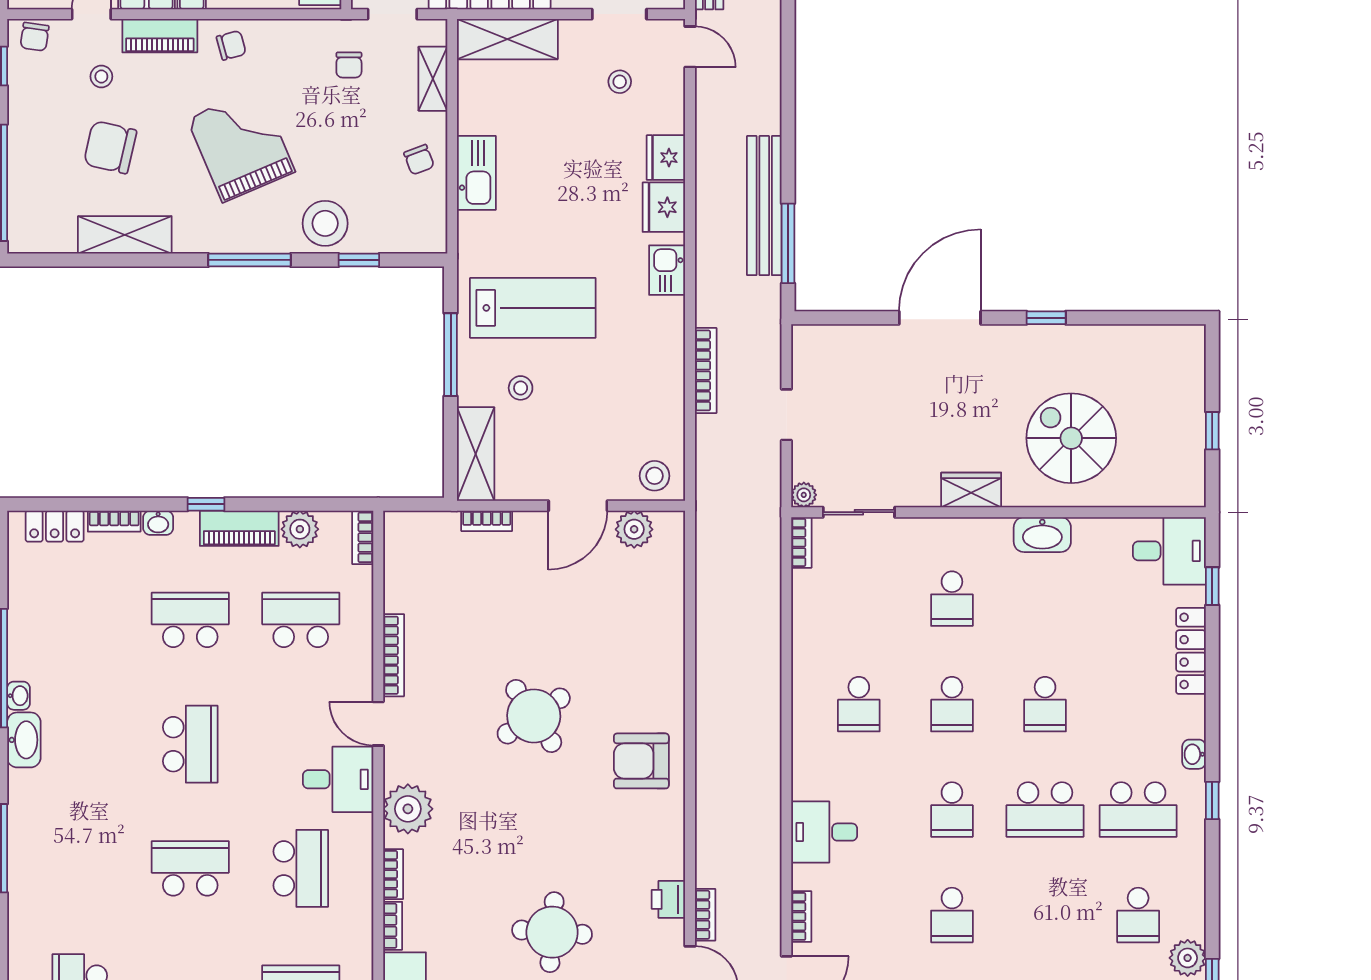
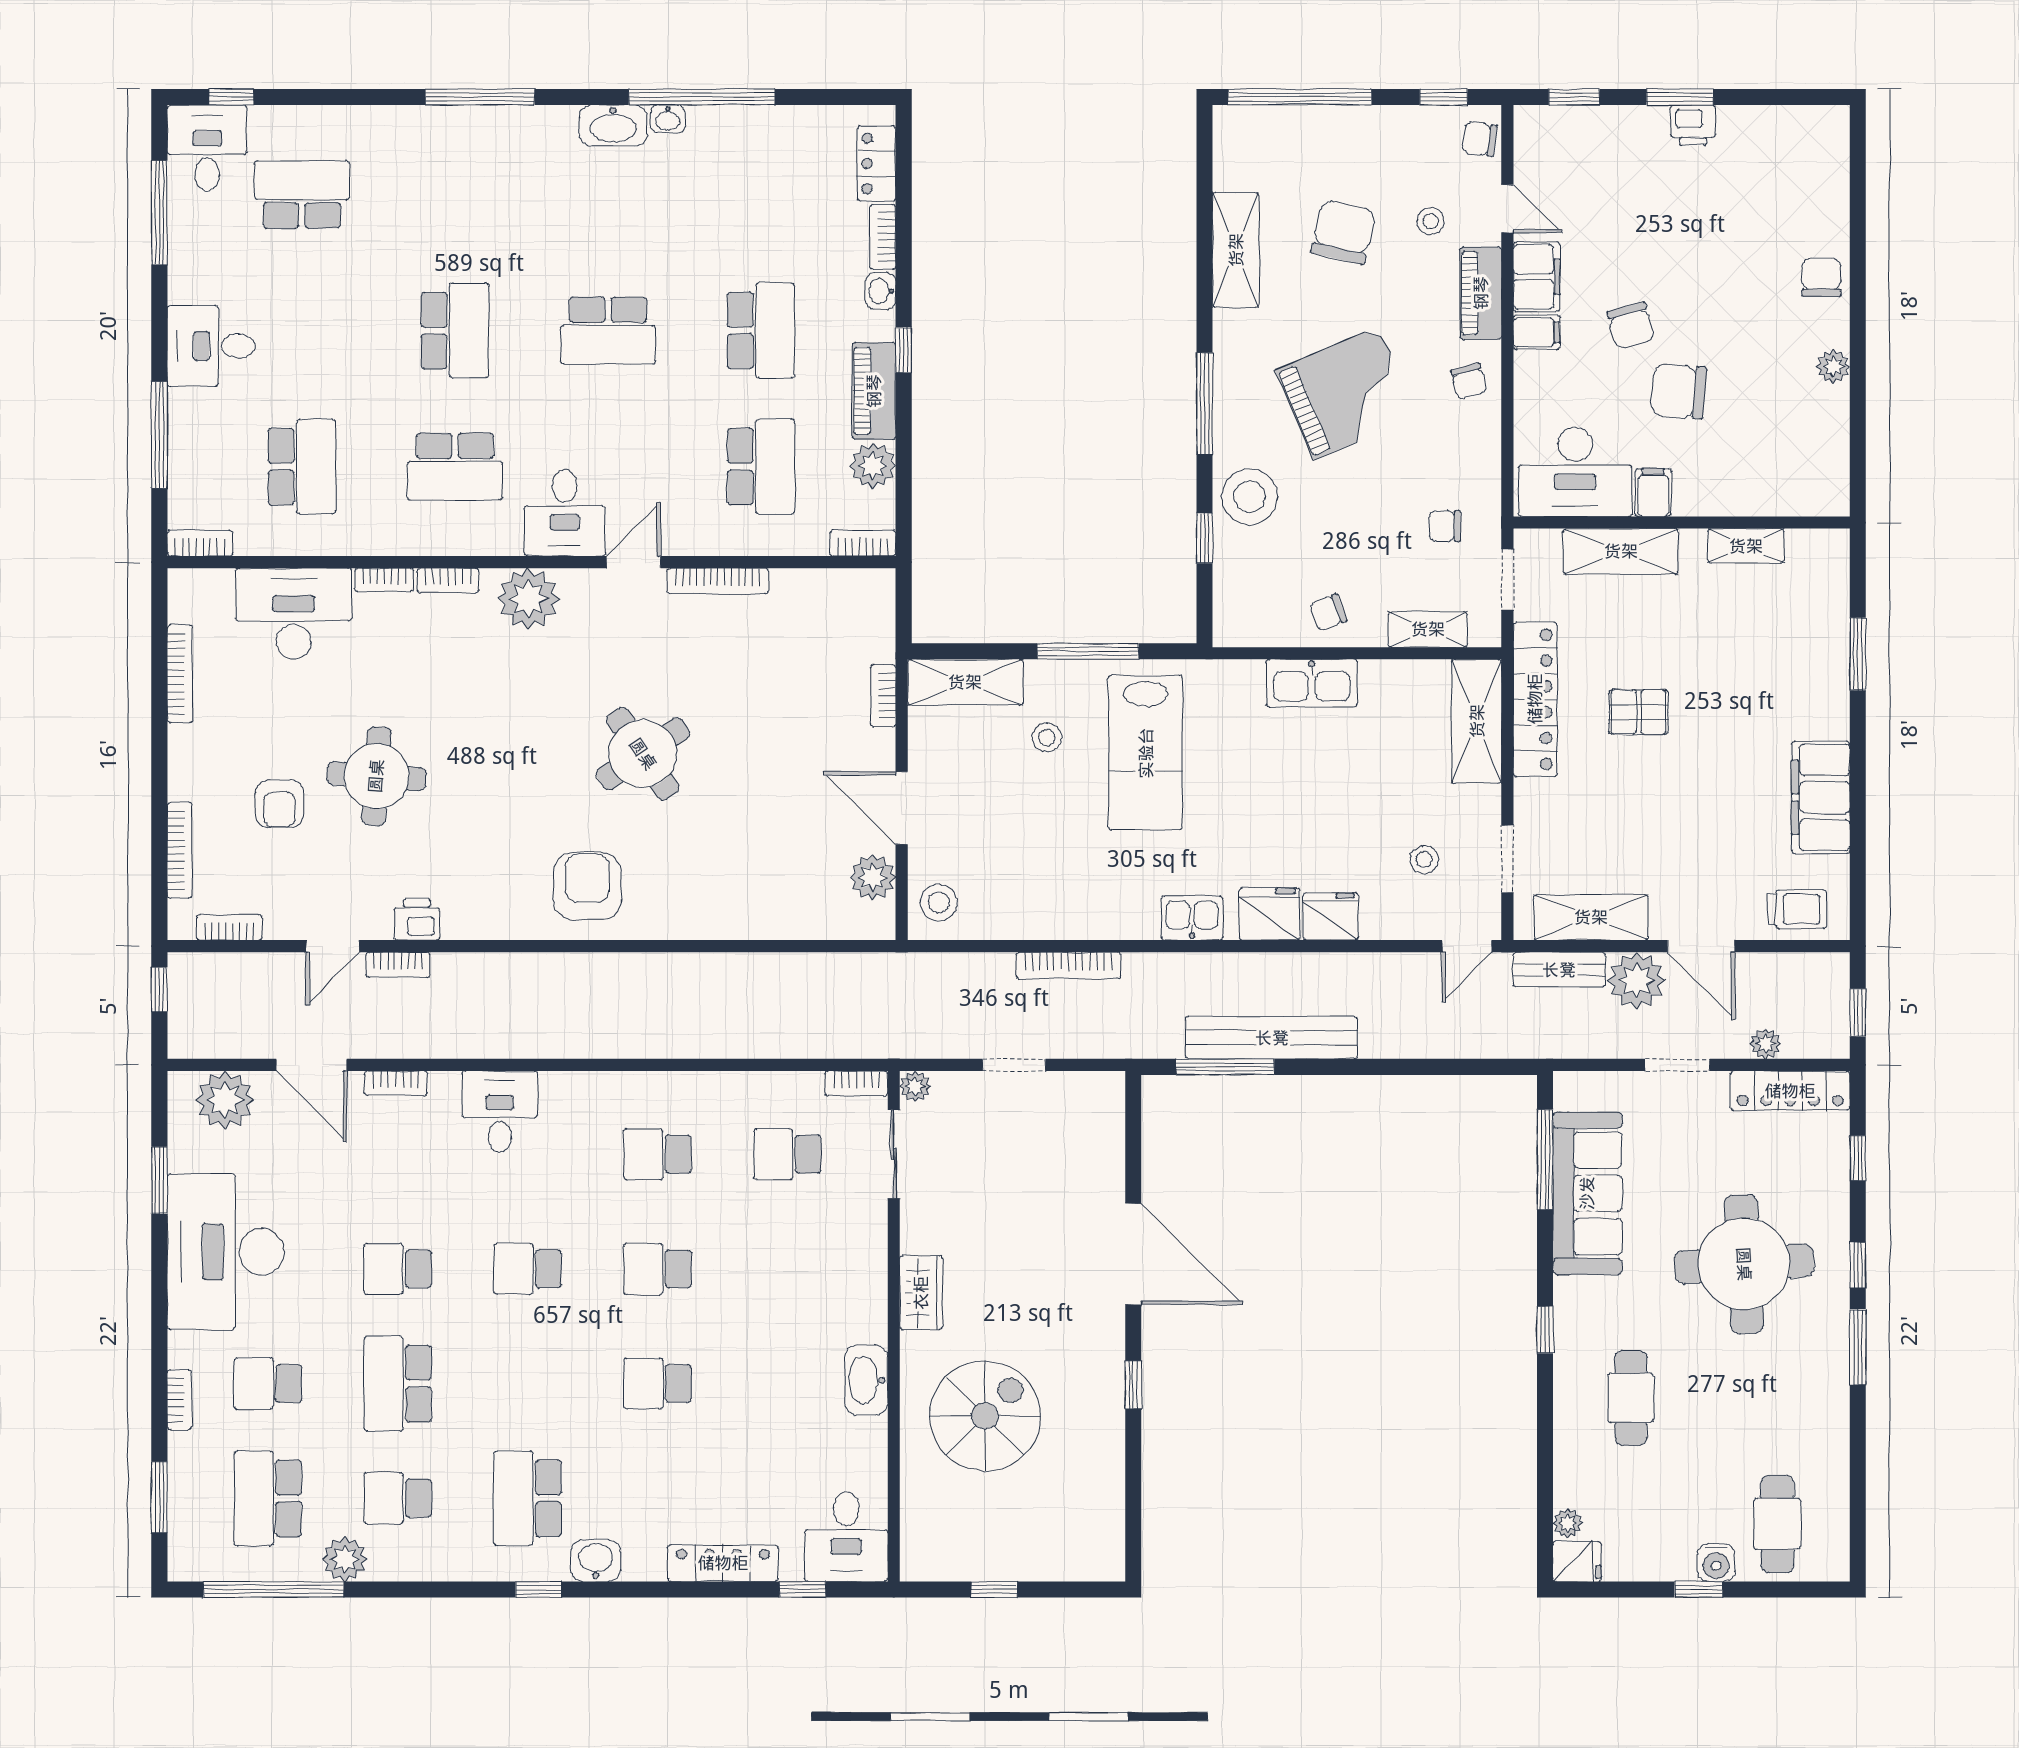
school desk: (952, 599) -> (787, 1154), moved
washbasin: (1194, 754) -> (596, 1561), width x1.38, depth x1.45
school desk: (1045, 810) -> (398, 1384), moved

